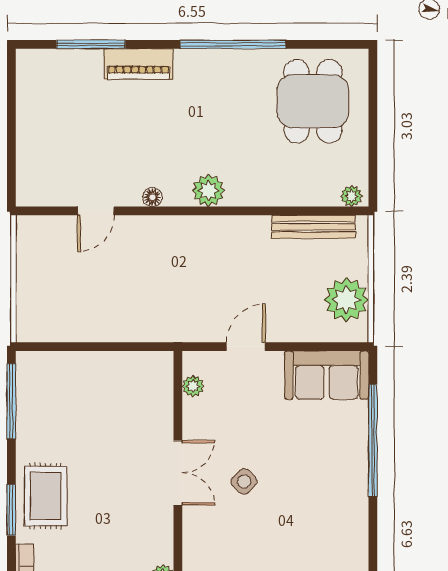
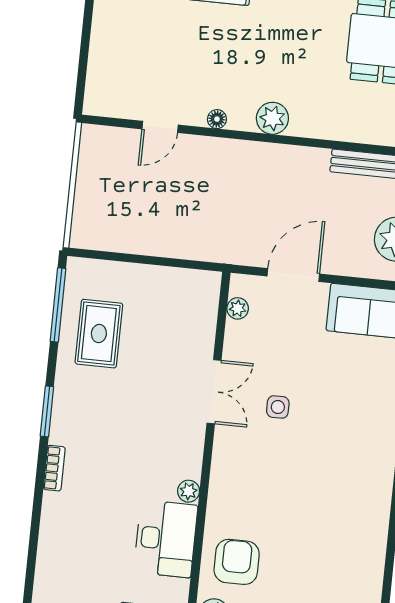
door: (246, 347) -> (293, 275), width x1.38
side table: (244, 482) -> (278, 407), turned 45
rug: (46, 496) -> (99, 334), moved

